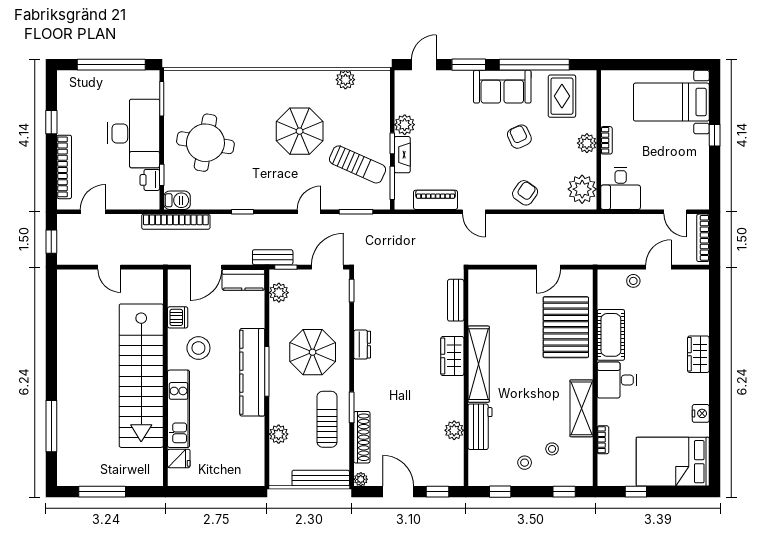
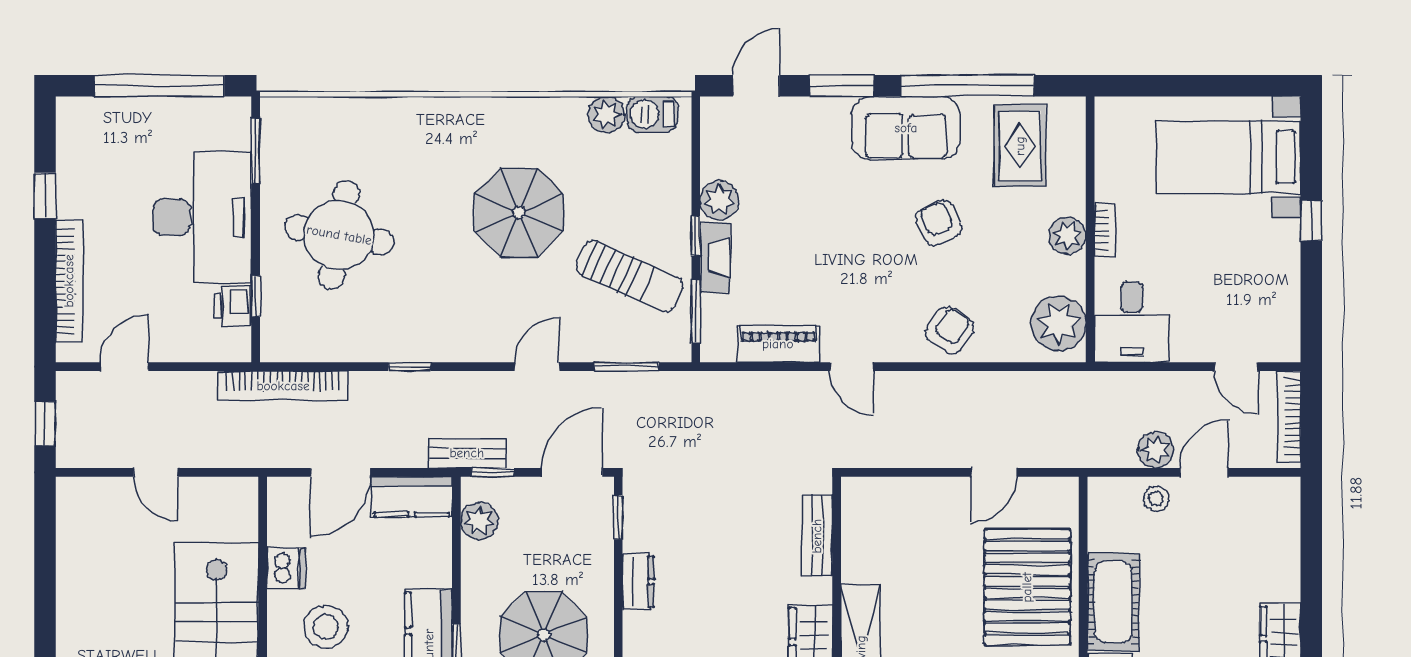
barbecue: (177, 200) -> (652, 114), moved, turned 180
plant: (633, 255) -> (1156, 450), added
dresser: (362, 345) -> (638, 582), moved

